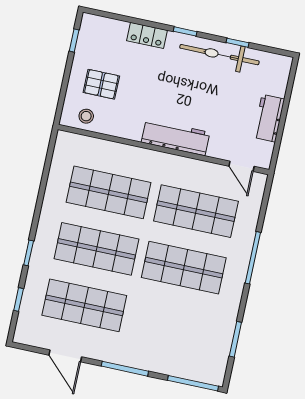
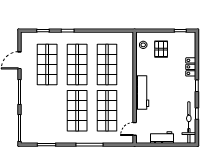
bicycle: (219, 55) -> (189, 123), moved

